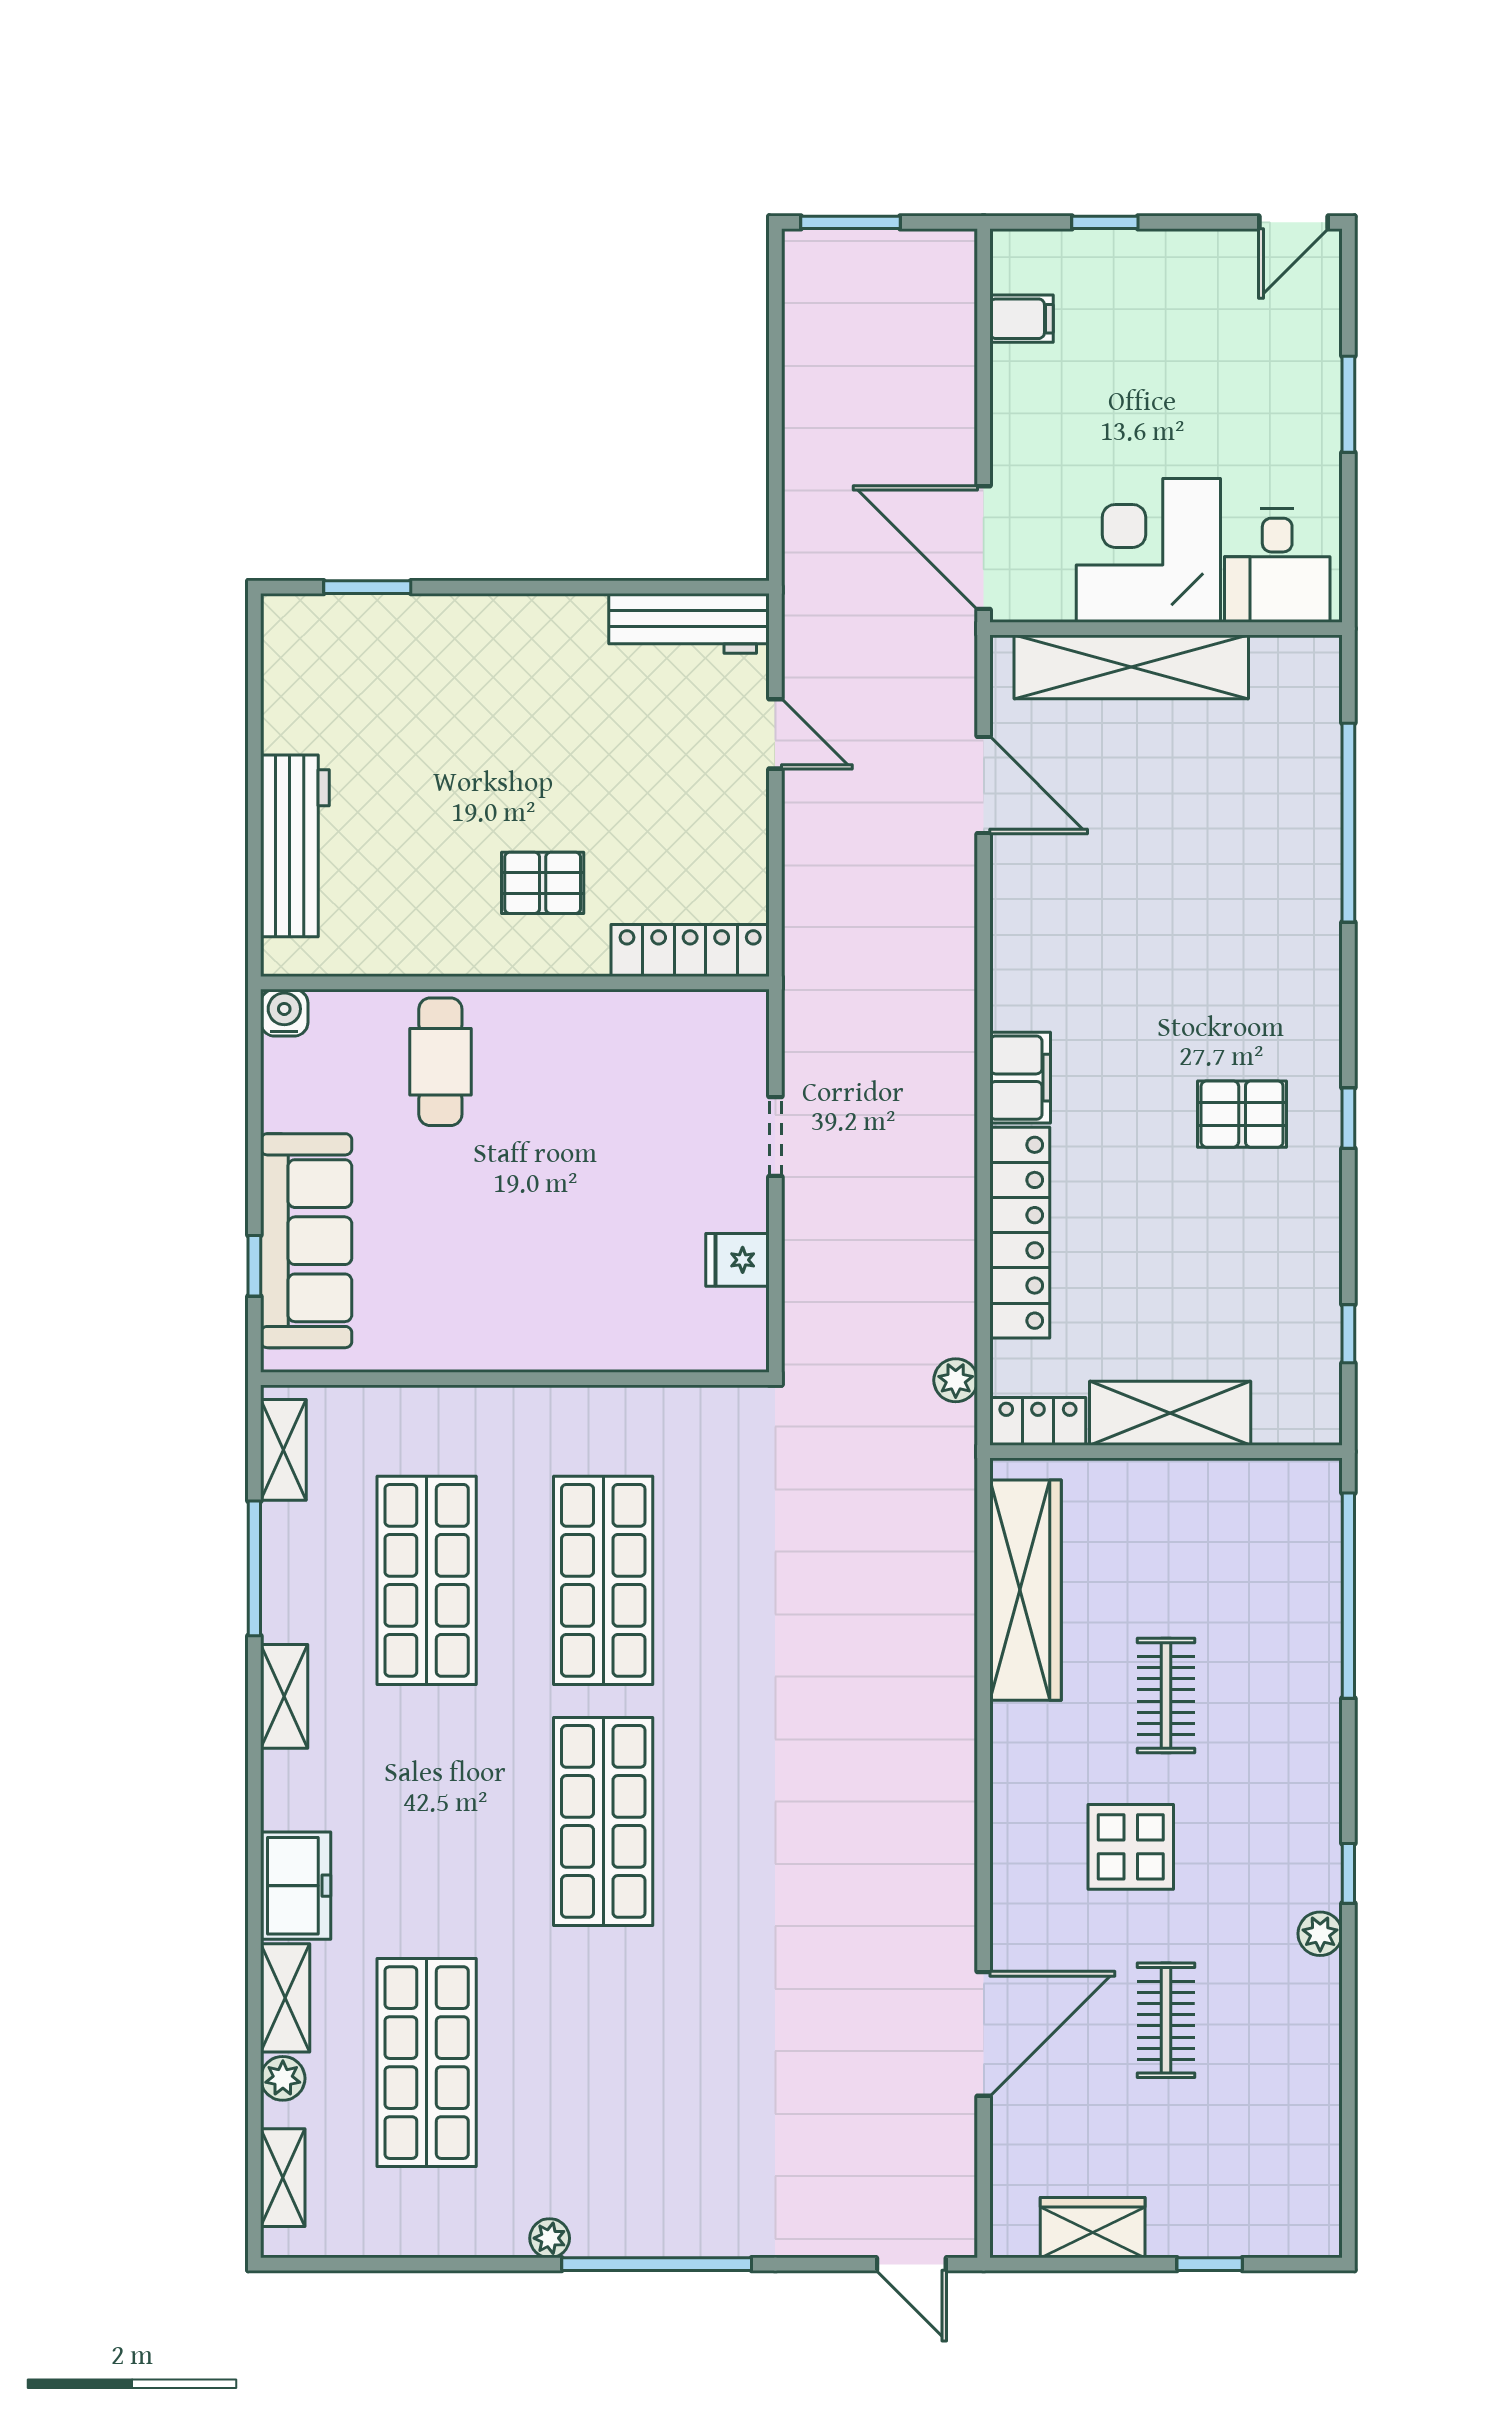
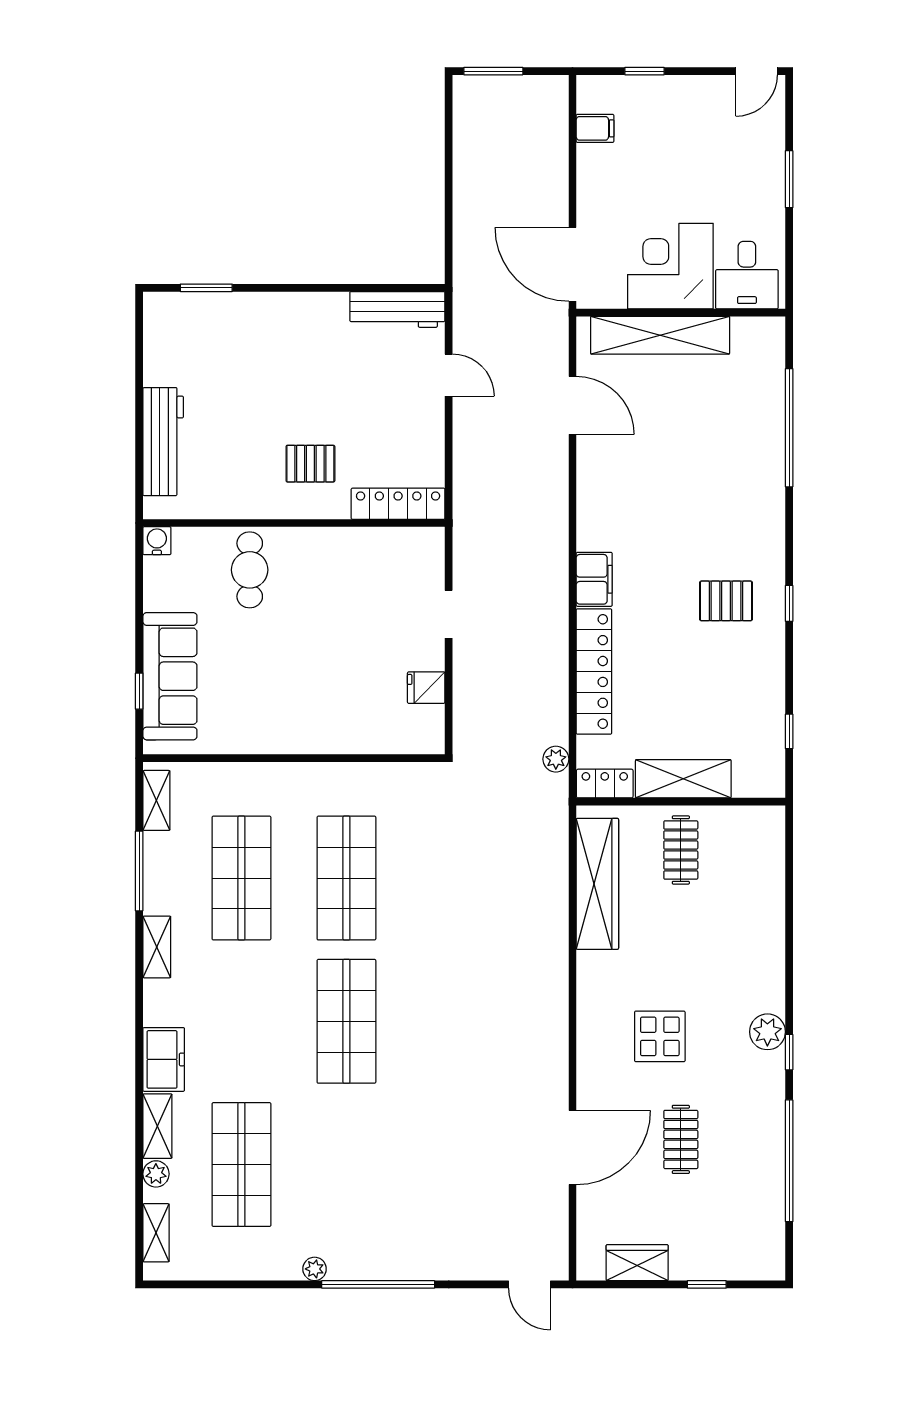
window: (1348, 1596) -> (789, 1161), moved
clothes rail: (1166, 1696) -> (681, 850), moved
plant: (1320, 1934) -> (767, 1032), moved, width x1.38, depth x1.38

